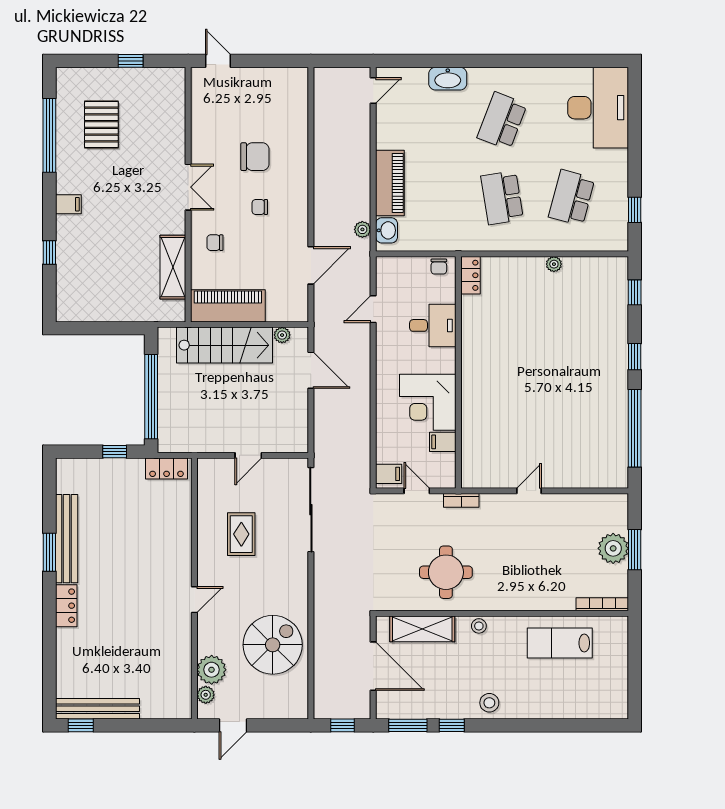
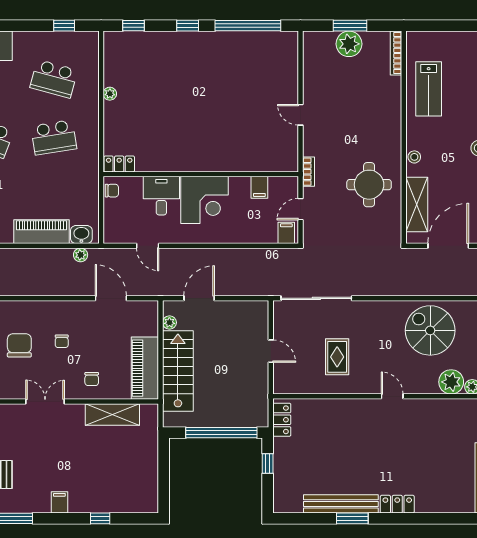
corner desk: (428, 402) -> (205, 200), moved
rug: (241, 534) -> (337, 357), turned 90

